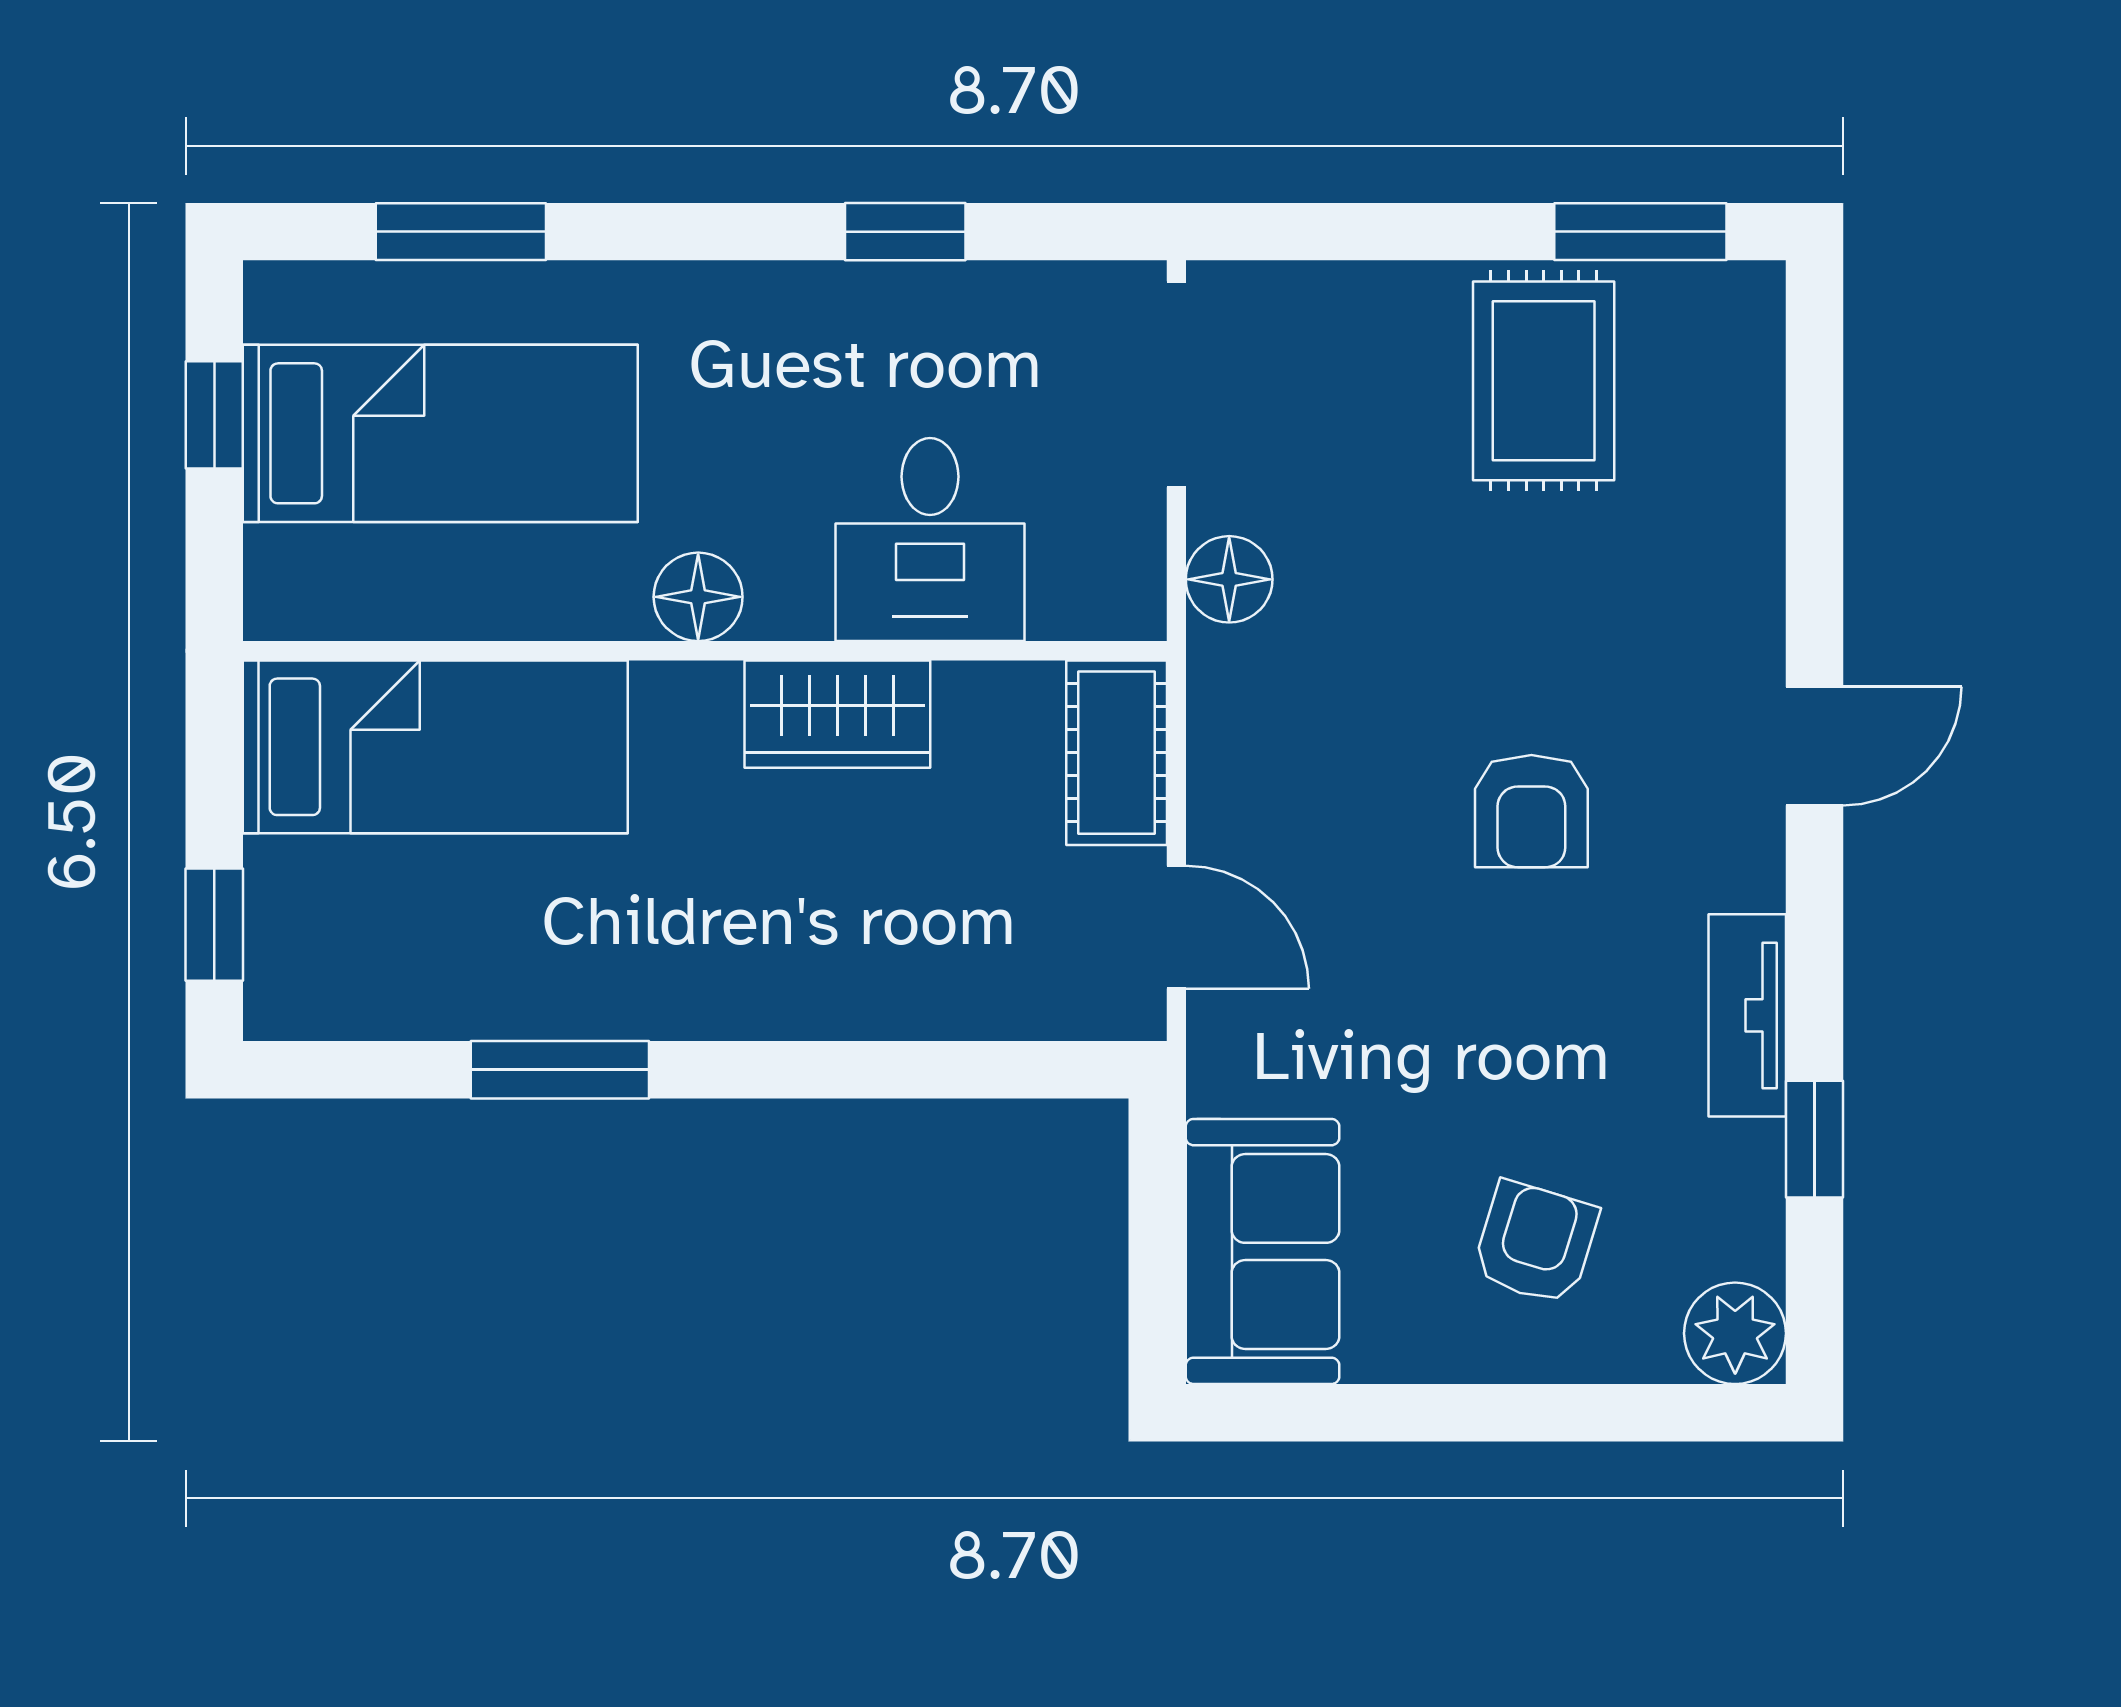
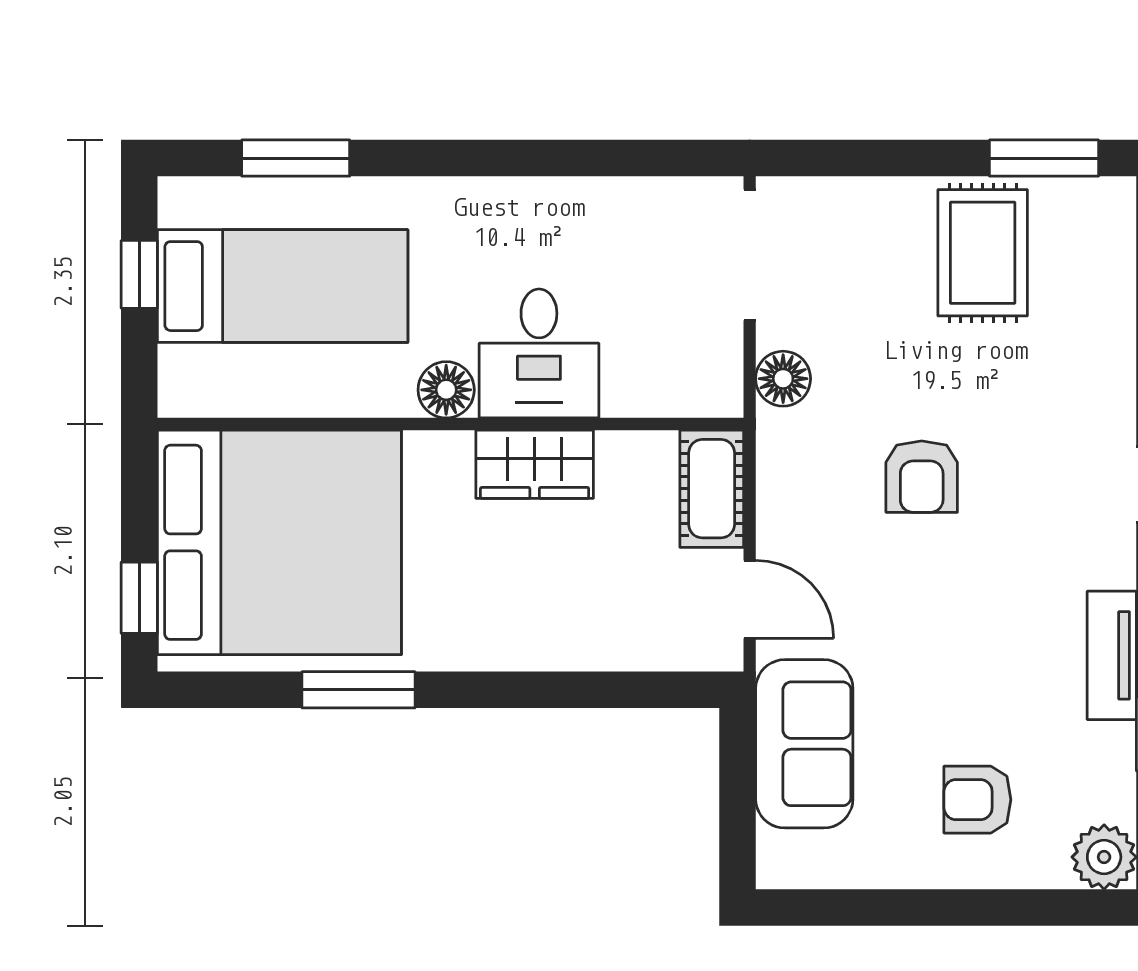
window: (905, 232) -> (578, 158), removed
desk: (930, 540) -> (539, 353), moved
bed: (435, 747) -> (279, 542), width x2.04
armchair: (1531, 811) -> (922, 477), moved
armchair: (1535, 1243) -> (977, 800), turned -107
sofa: (1263, 1251) -> (804, 744), moved

